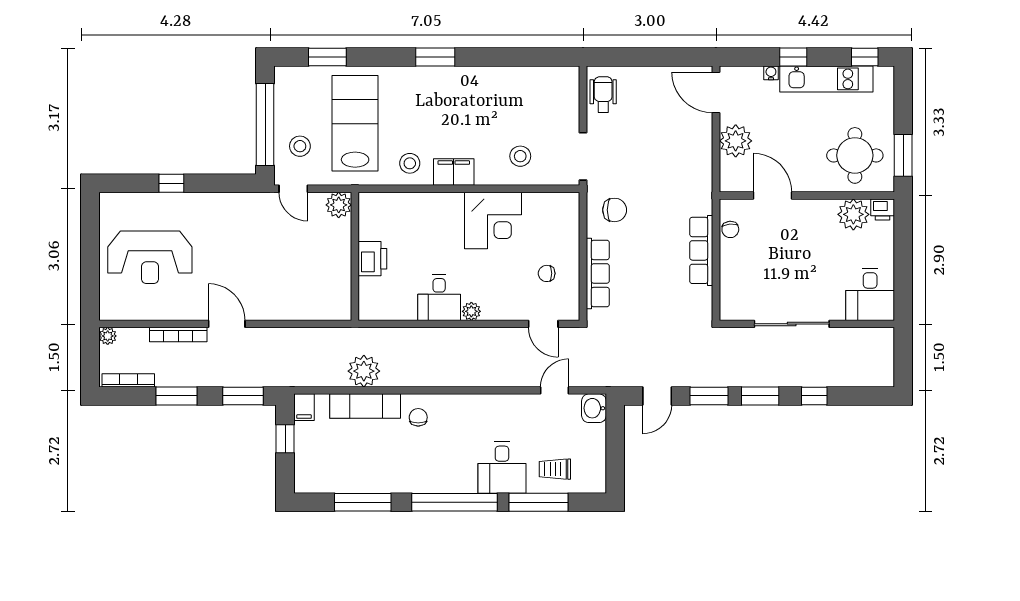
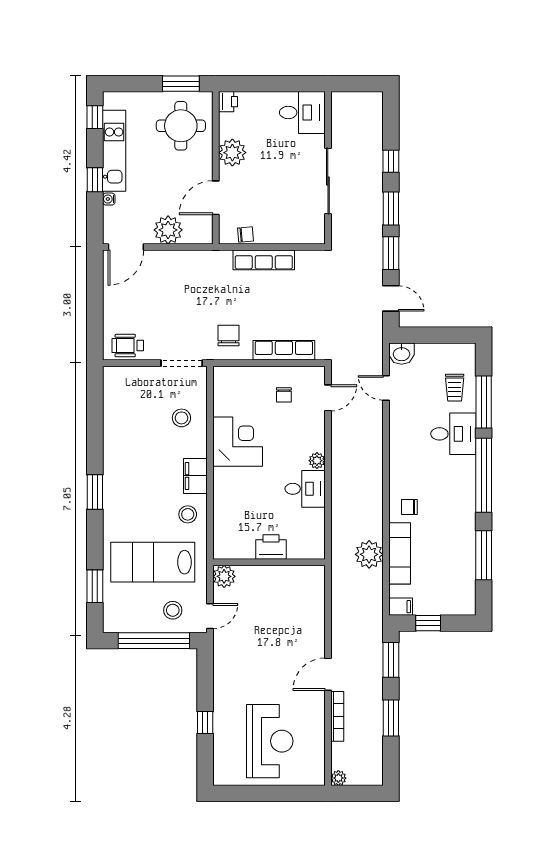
plant: (853, 214) -> (232, 153), moved
bookcase: (128, 380) -> (377, 760), removed

